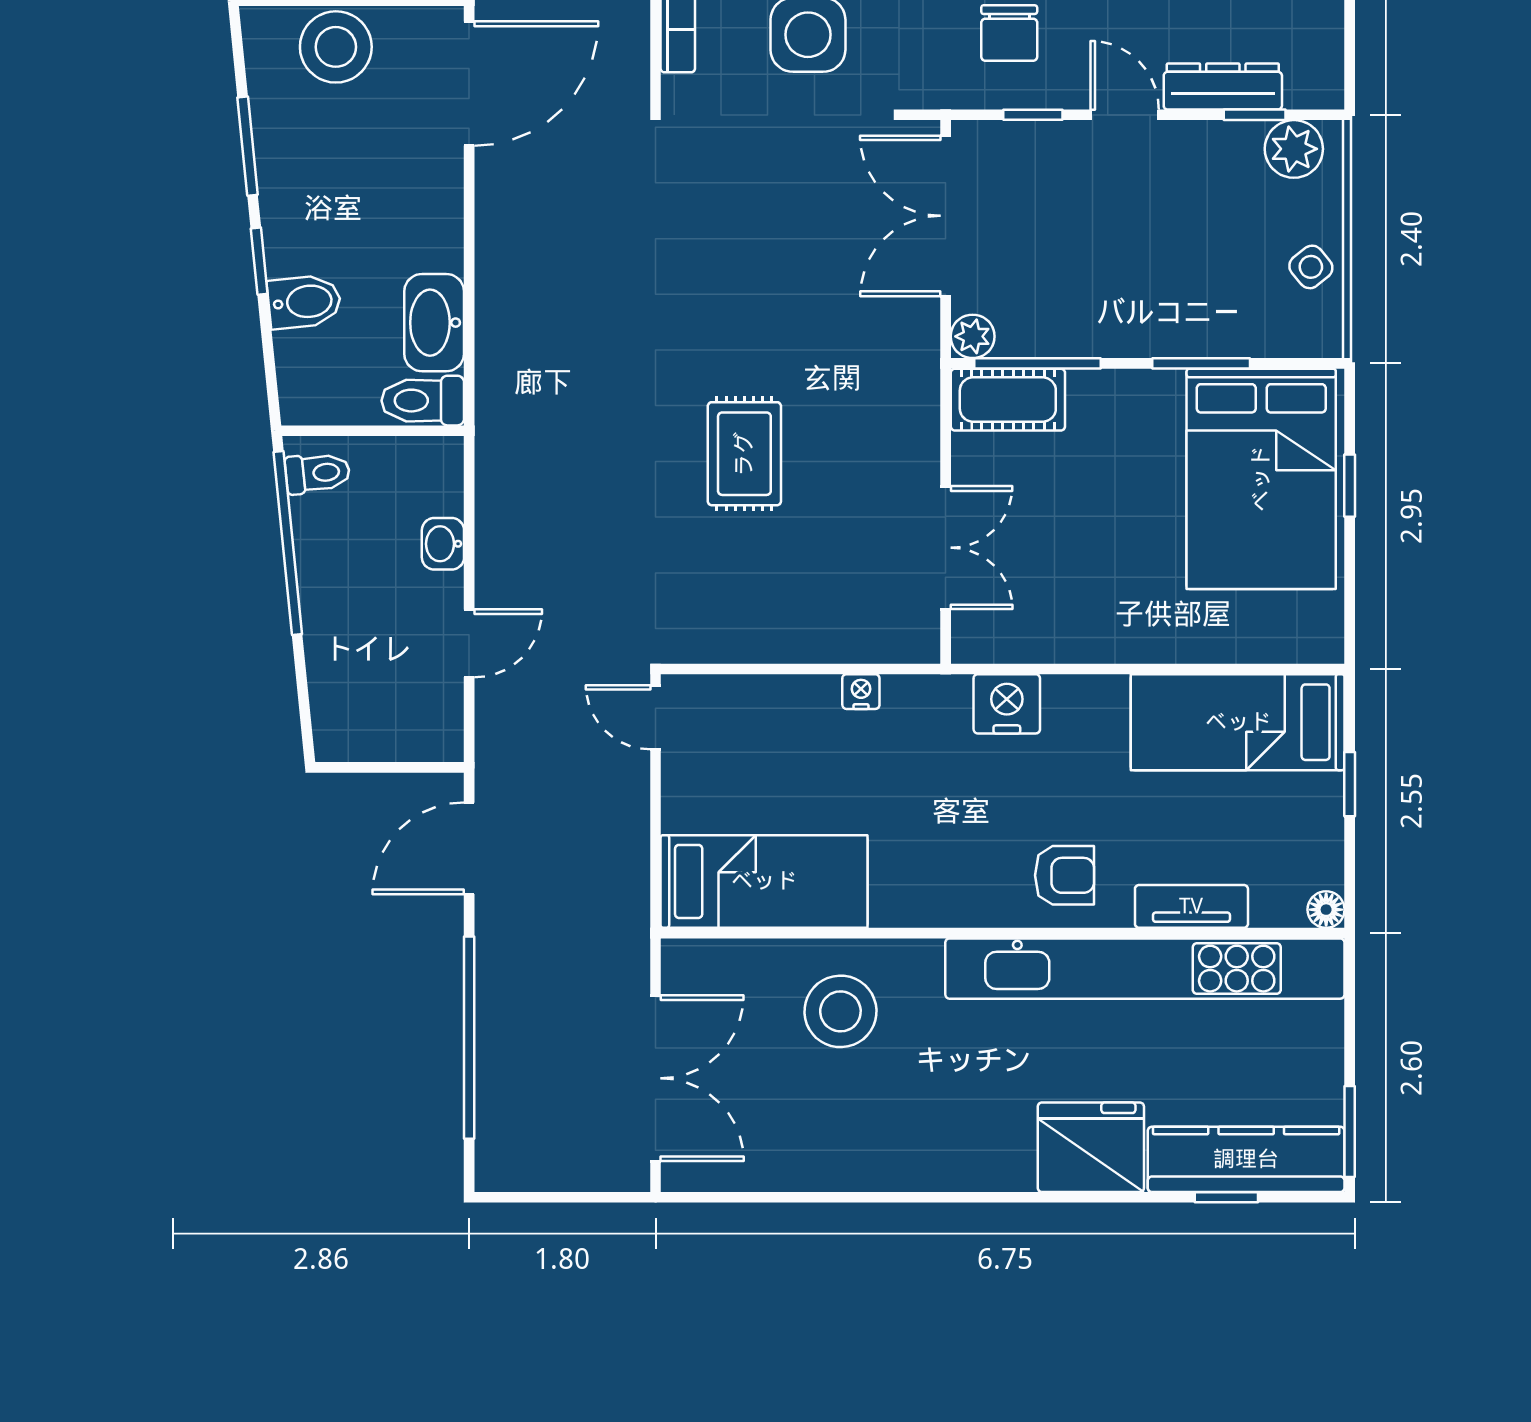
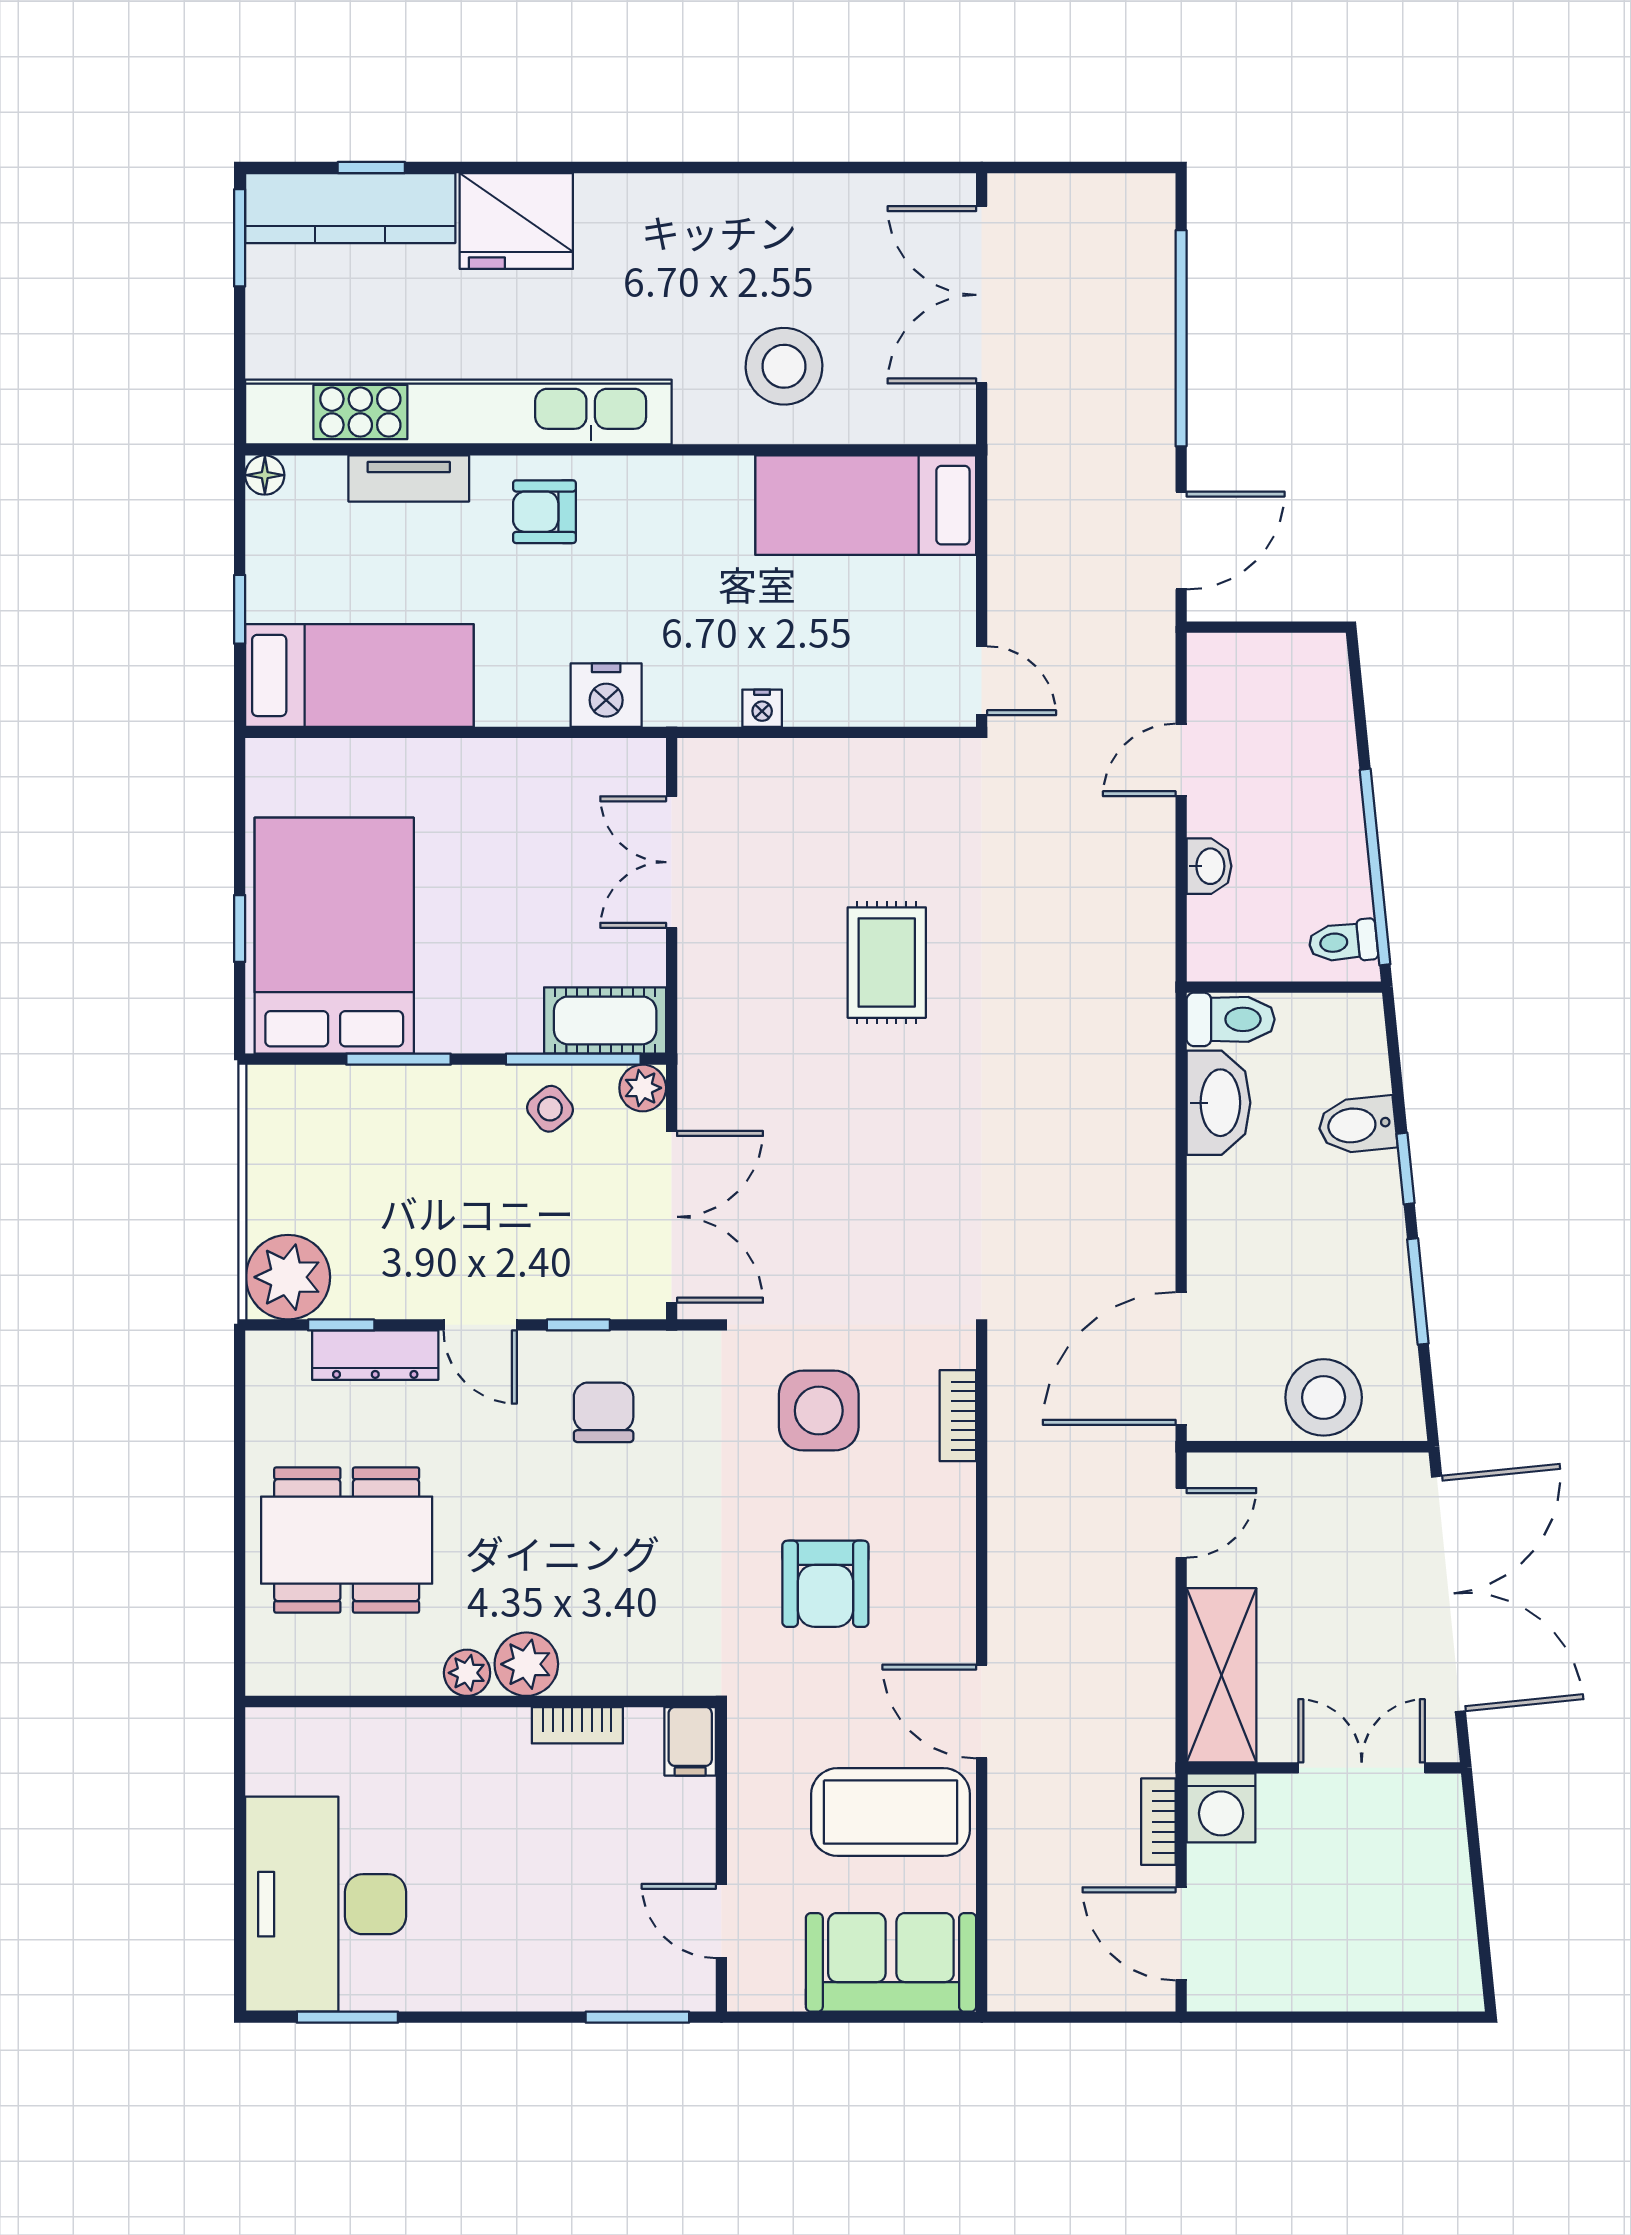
plant: (1294, 149) -> (288, 1277), width x1.36, depth x1.36
side table: (1311, 267) -> (550, 1109), moved

